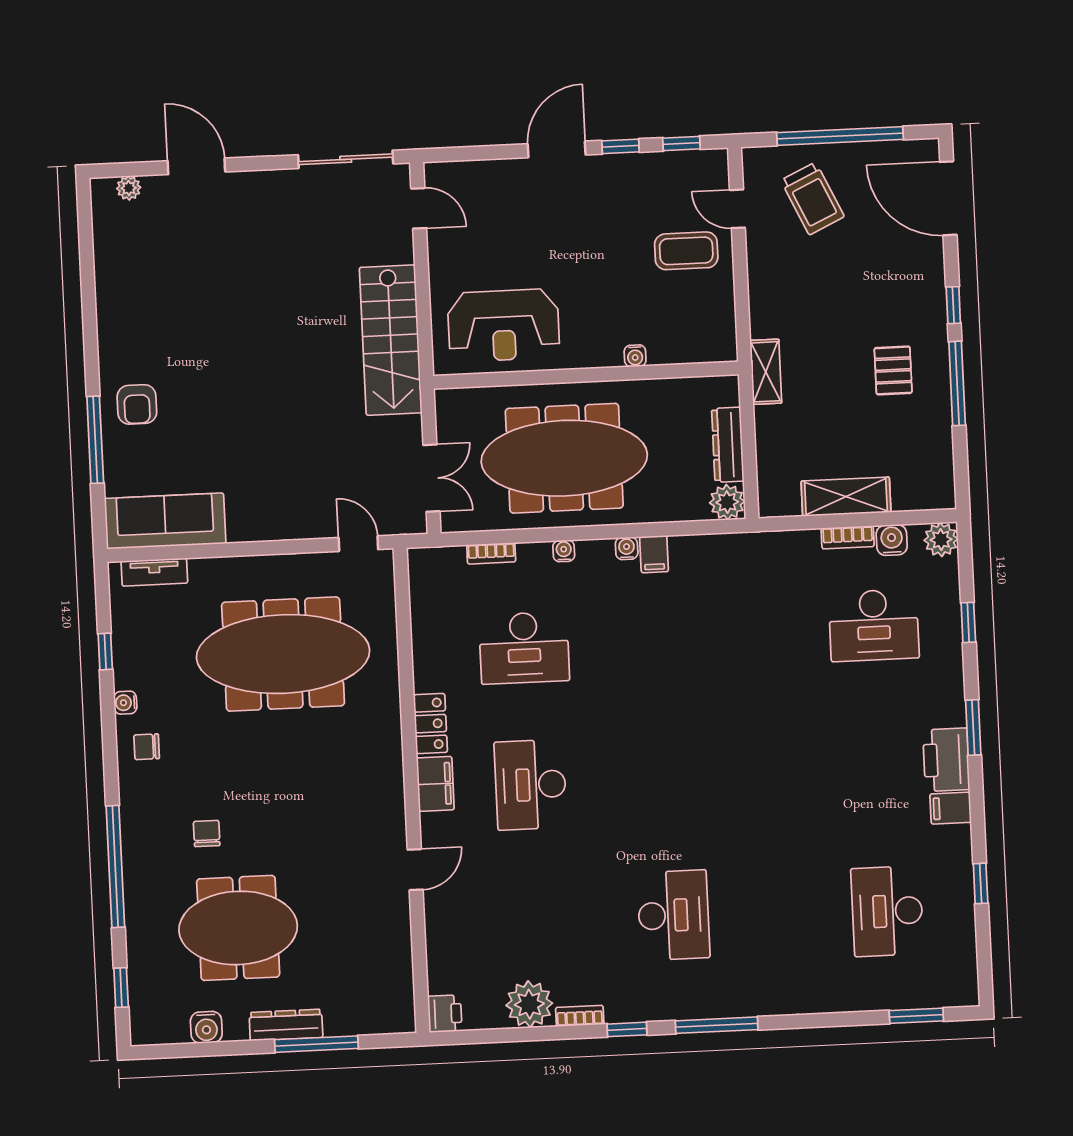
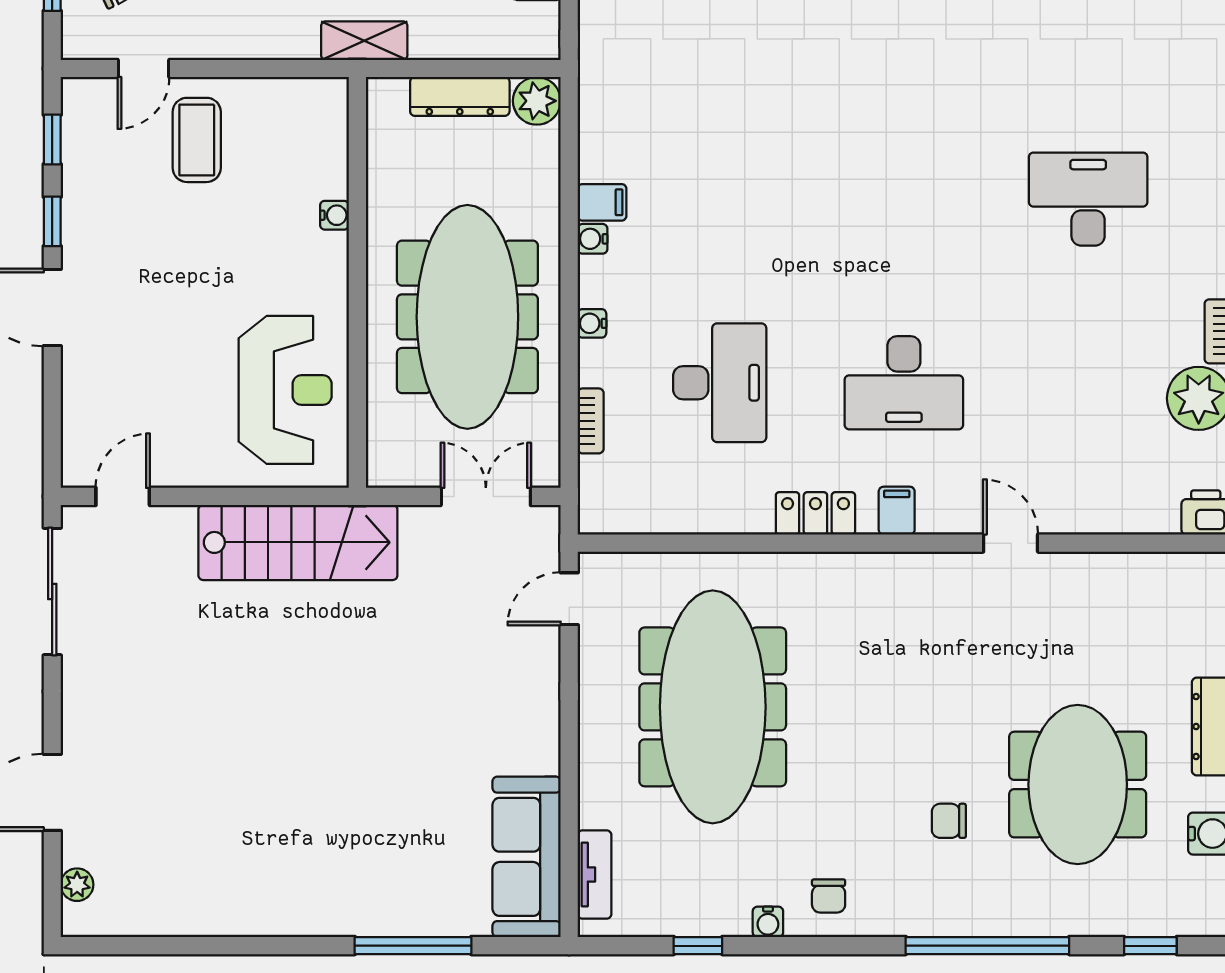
armchair: (137, 404) -> (368, 887), removed
filing cabinet: (435, 784) -> (897, 511), width x0.50

